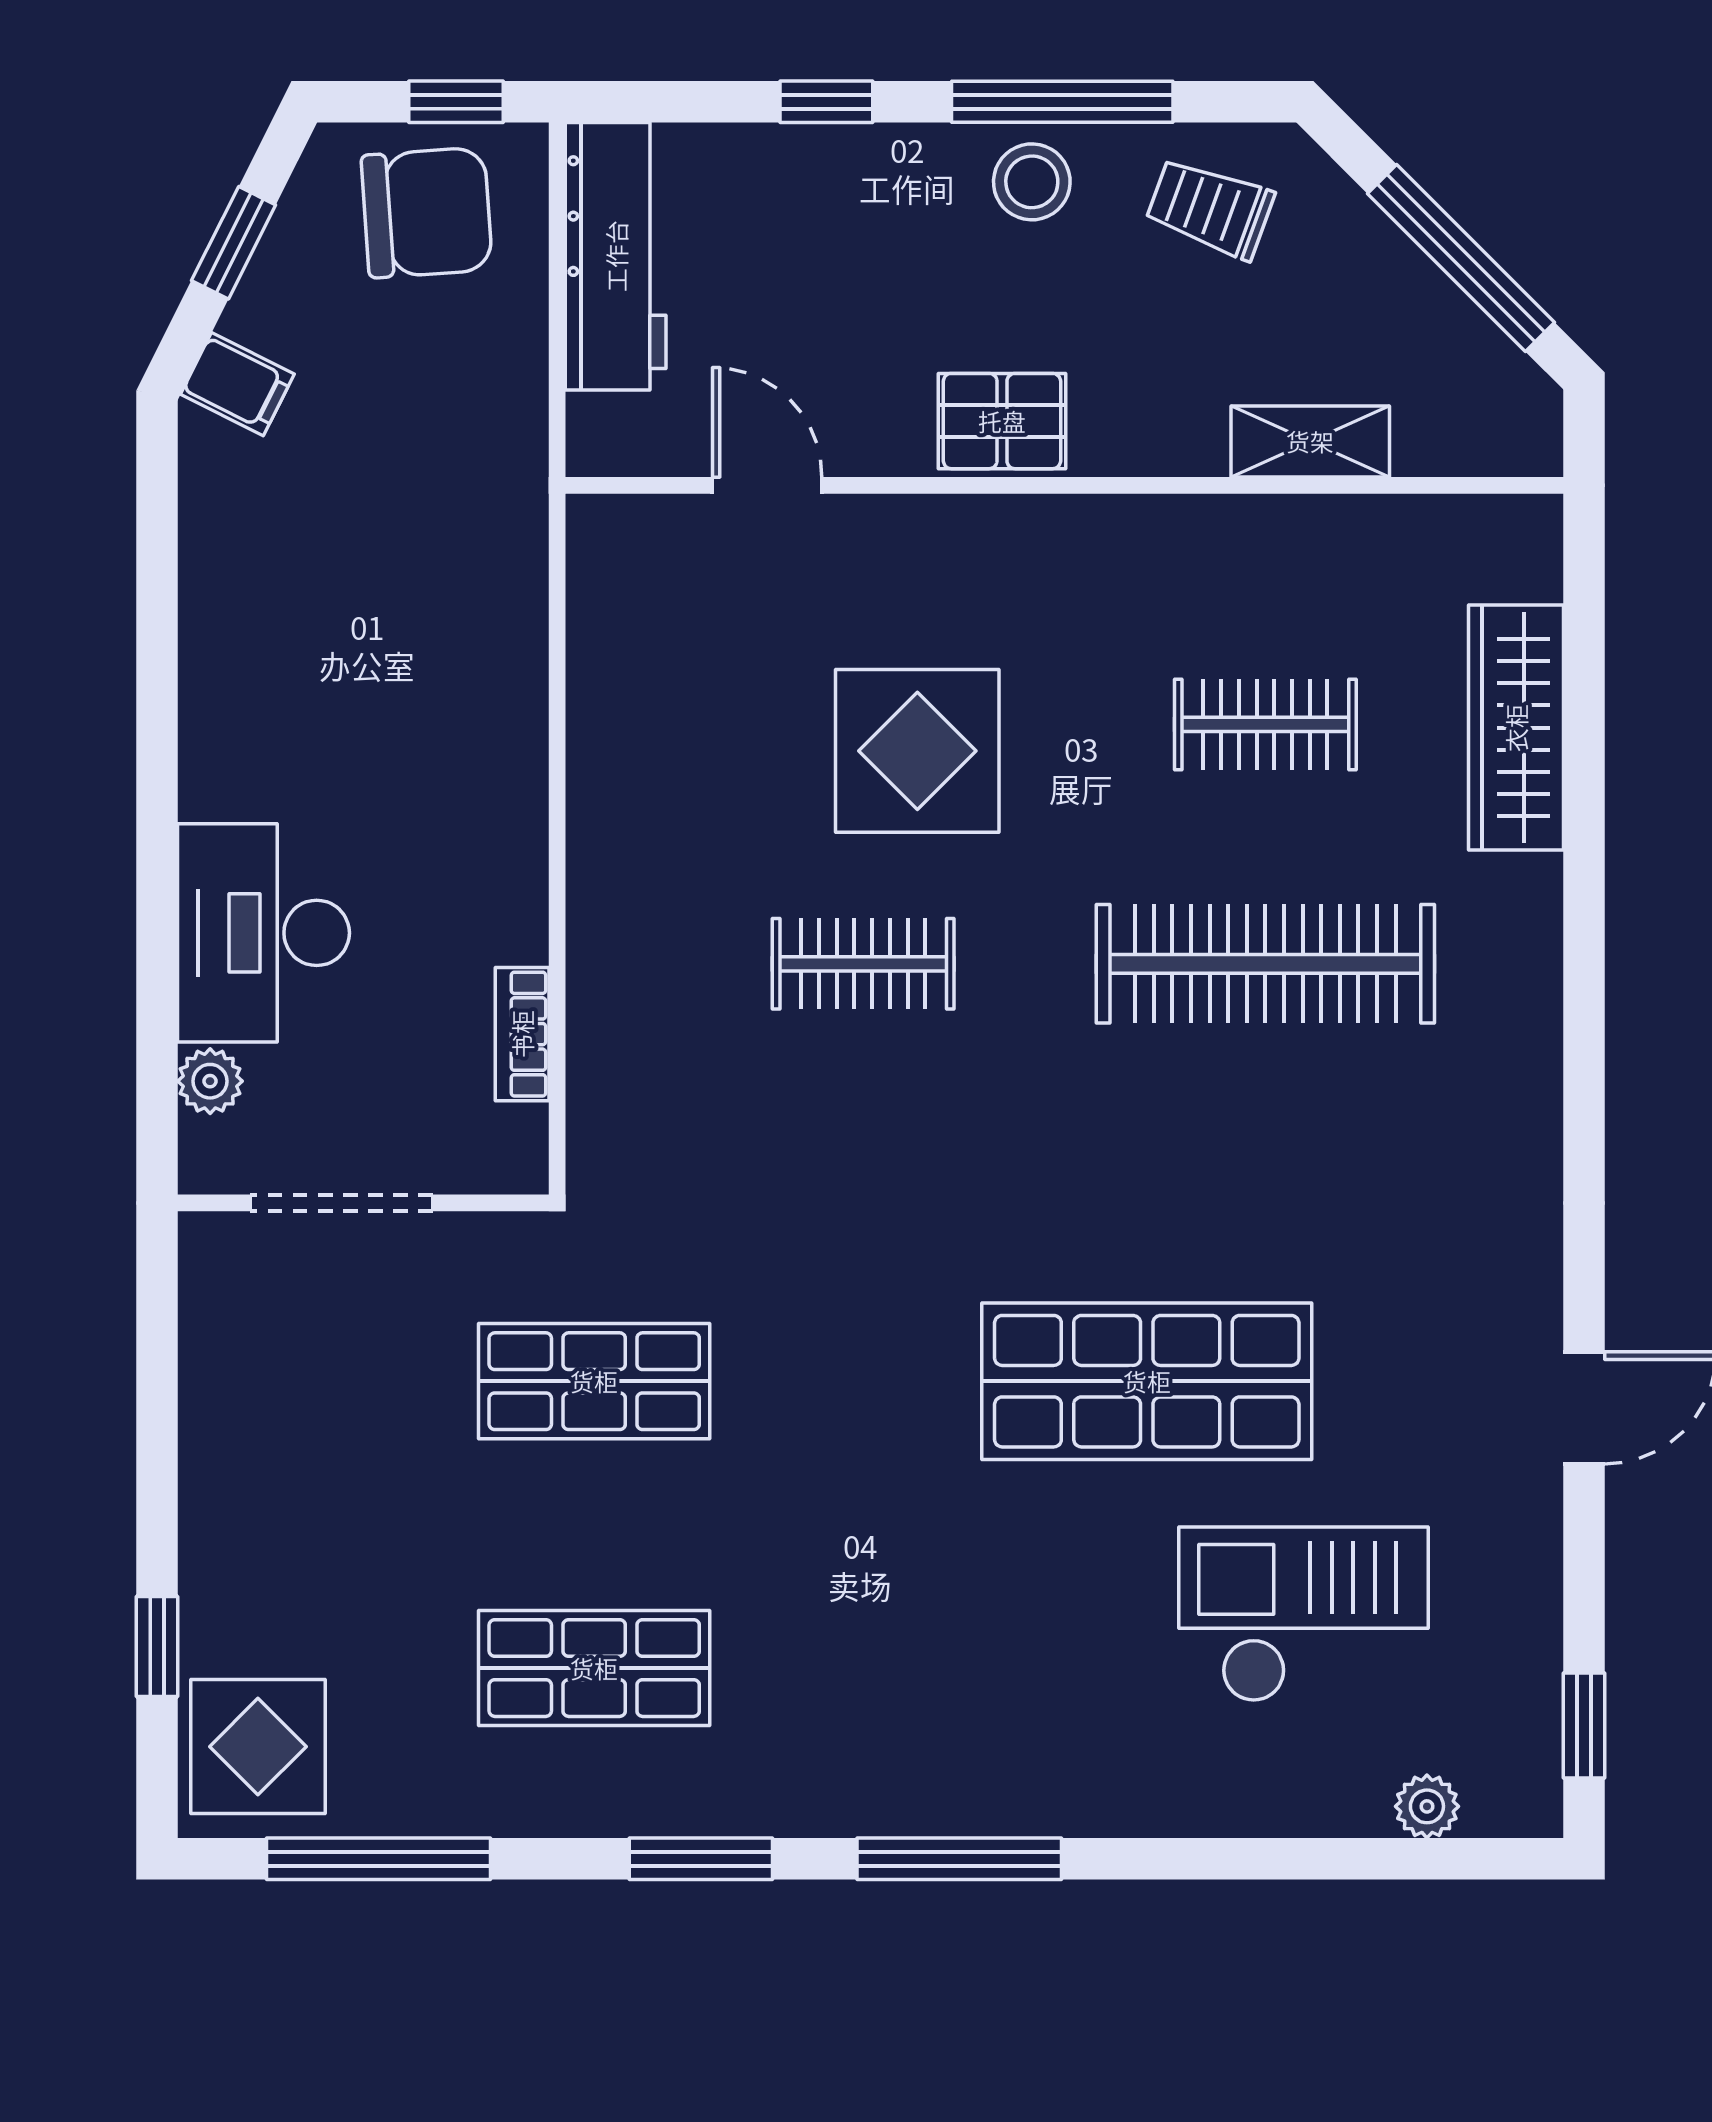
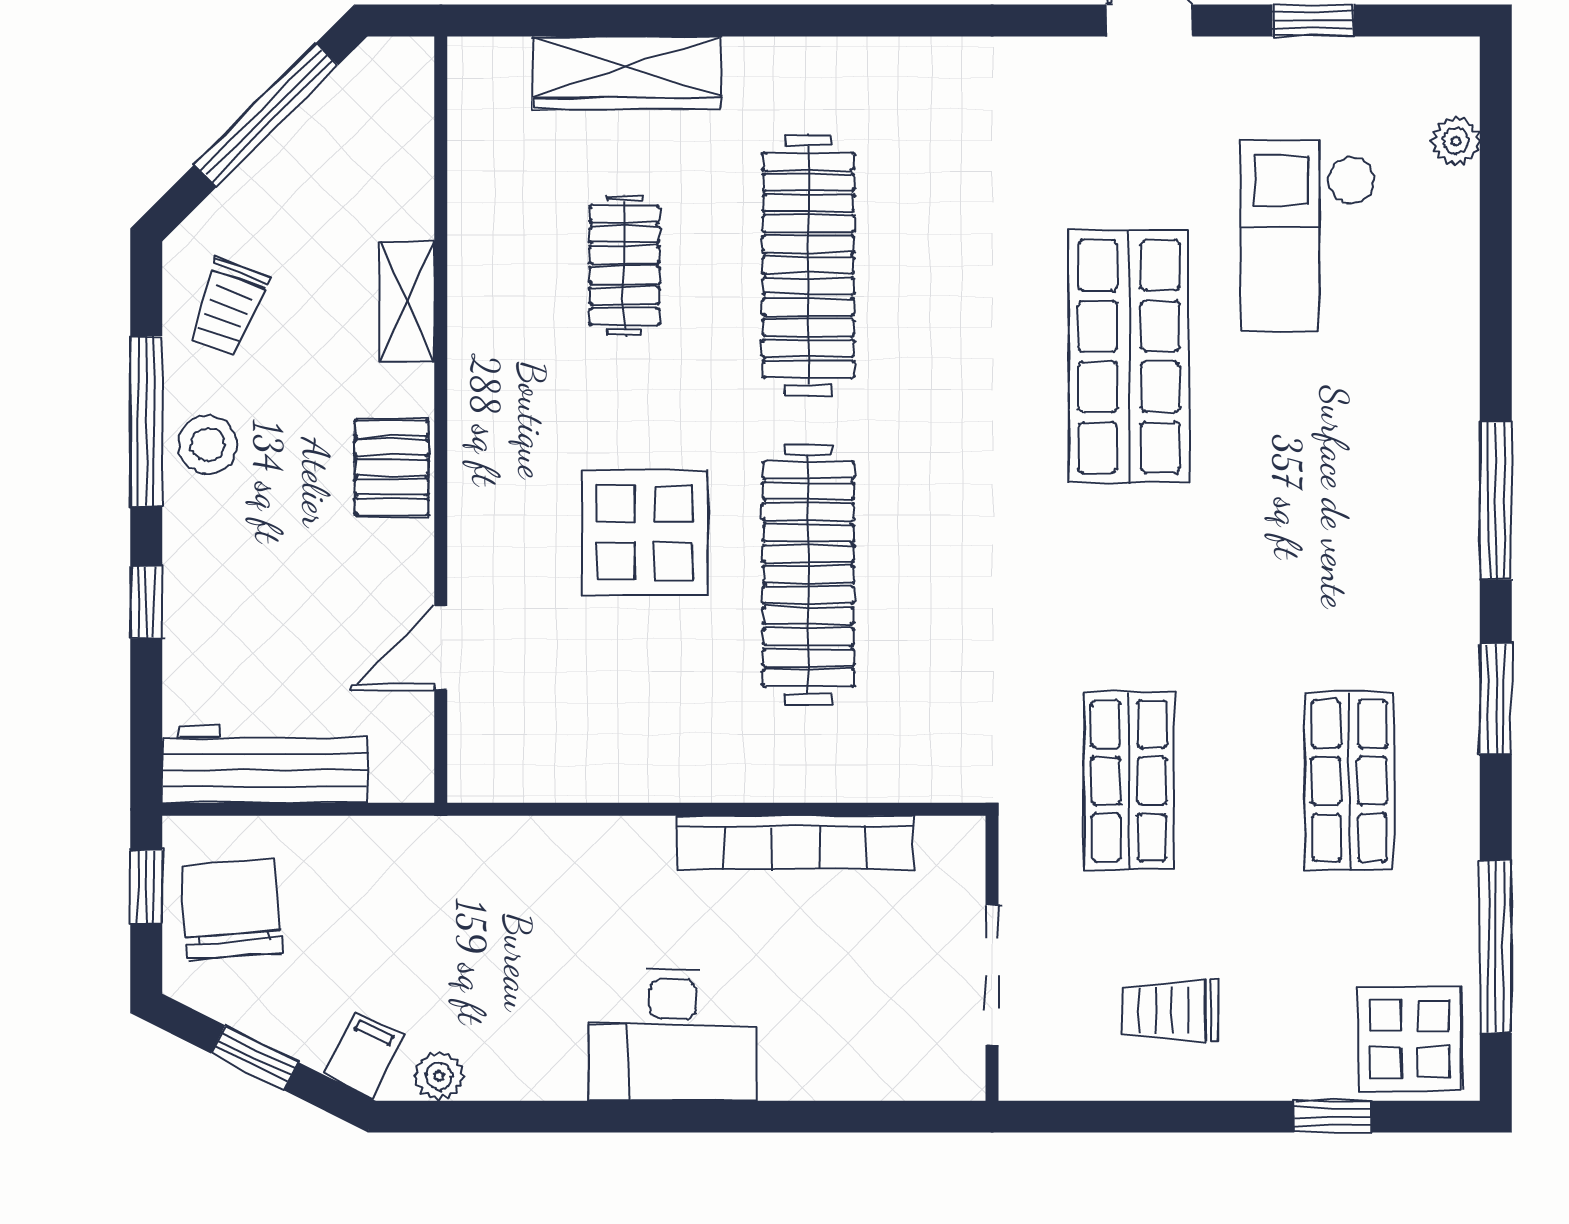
shelving: (1310, 441) -> (407, 301), moved
desk: (263, 933) -> (673, 1035), moved
clothes rail: (863, 964) -> (808, 574), width x1.86, depth x1.31
bookcase: (522, 1034) -> (795, 843), width x2.31, depth x1.31
plant: (210, 1081) -> (439, 1076), moved
trolley: (295, 1435) -> (1170, 1011), added
window: (1584, 1726) -> (1313, 21), moved

